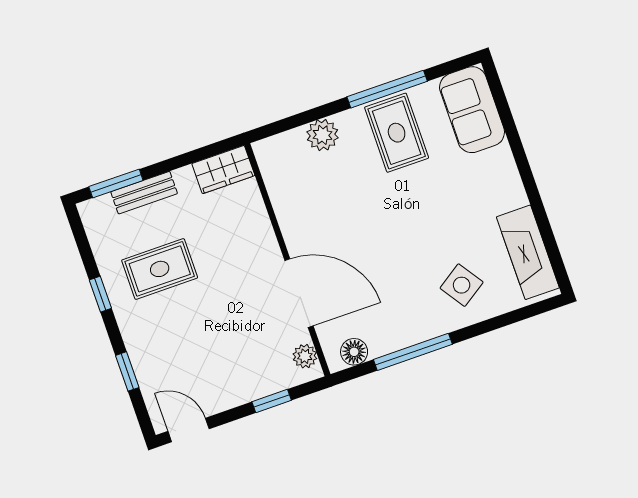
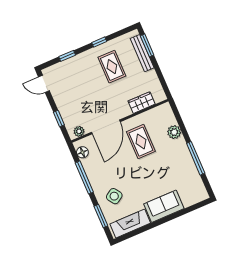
sofa: (472, 110) -> (164, 206), moved
rug: (397, 133) -> (141, 142), moved, turned 90
wardrobe: (223, 170) -> (142, 103), moved, turned 90
bench: (144, 193) -> (142, 53), width x1.36
window: (506, 320) -> (101, 216), added
door: (189, 430) -> (44, 84), swing flipped

